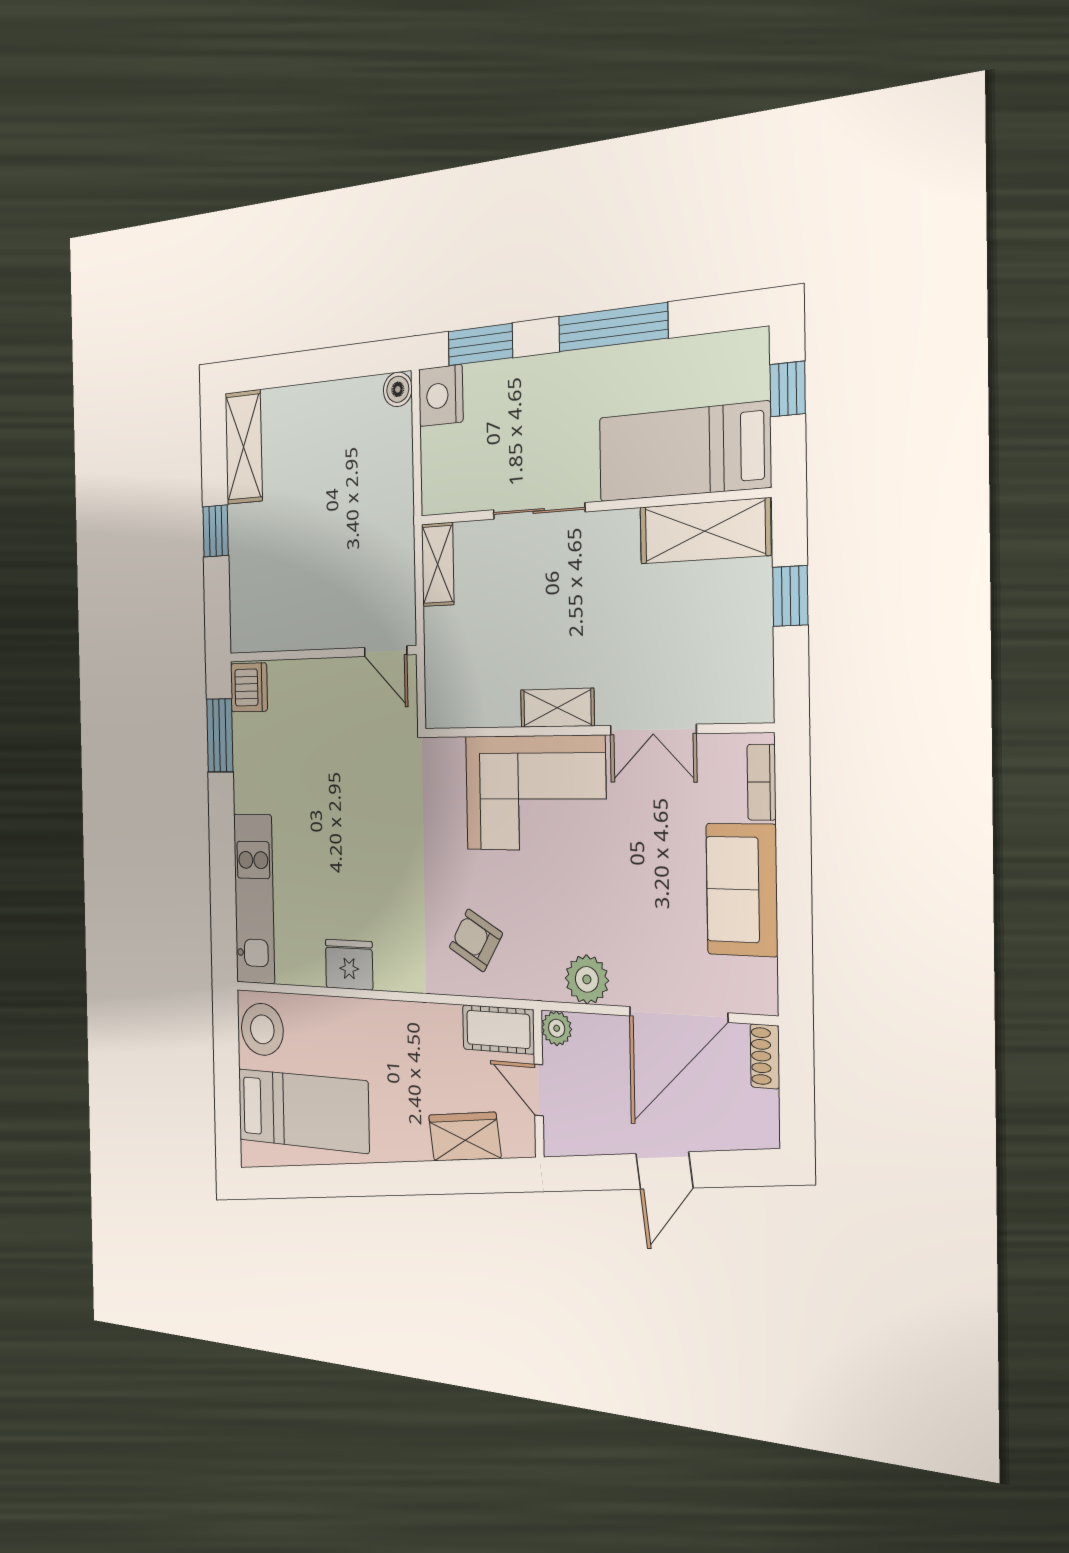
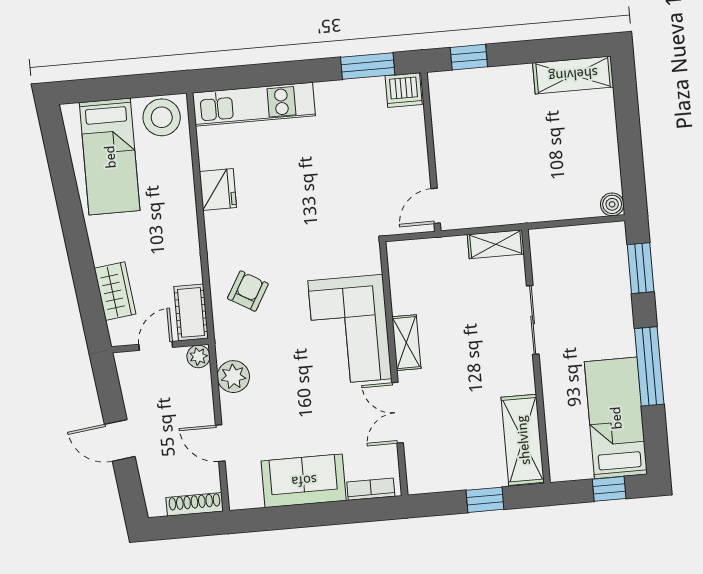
nightstand: (441, 396) -> (608, 239), removed
bed: (684, 452) -> (616, 418), moved
window: (216, 531) -> (469, 57), moved
door: (678, 1014) -> (220, 443), width x0.53
shoe rack: (765, 1056) -> (195, 504), width x1.43

